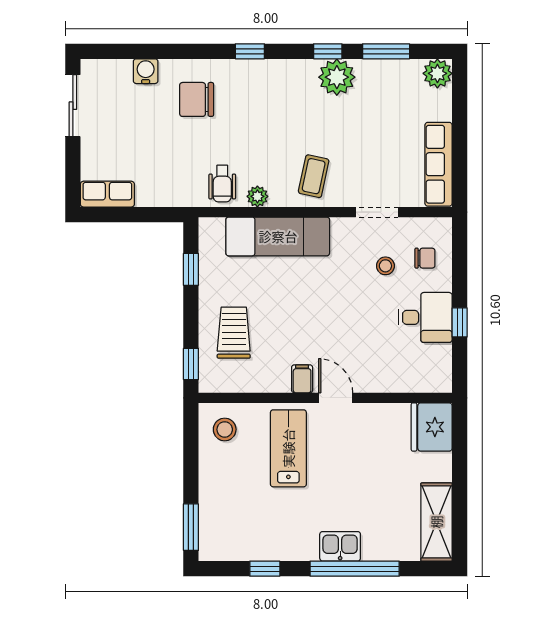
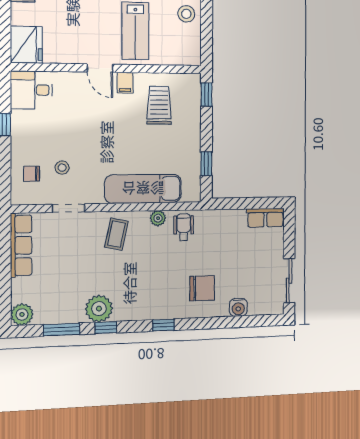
desk: (425, 317) -> (31, 90), moved
trolley: (234, 333) -> (159, 105), moved, turned 180
stool: (225, 429) -> (186, 14), moved

